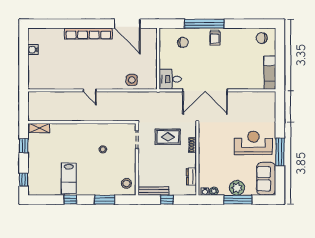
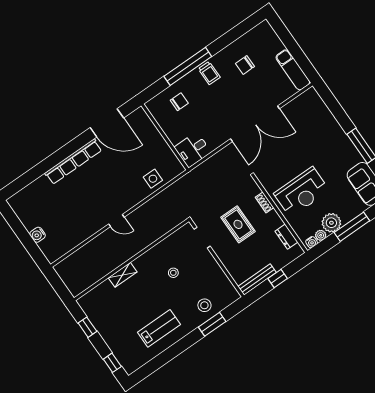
chair: (262, 38) -> (245, 65), moved
water cooler: (33, 50) -> (38, 235), moved
double door: (205, 90) -> (255, 124), moved
shelving: (39, 128) -> (123, 275), moved
rug: (168, 137) -> (238, 224), moved, turned 90
reception desk: (253, 143) -> (301, 192), moved, turned 180
lab bench: (69, 179) -> (159, 328), turned -90
stool: (126, 183) -> (204, 305), moved
plant: (237, 188) -> (331, 223), moved
window: (70, 200) -> (176, 349), removed

